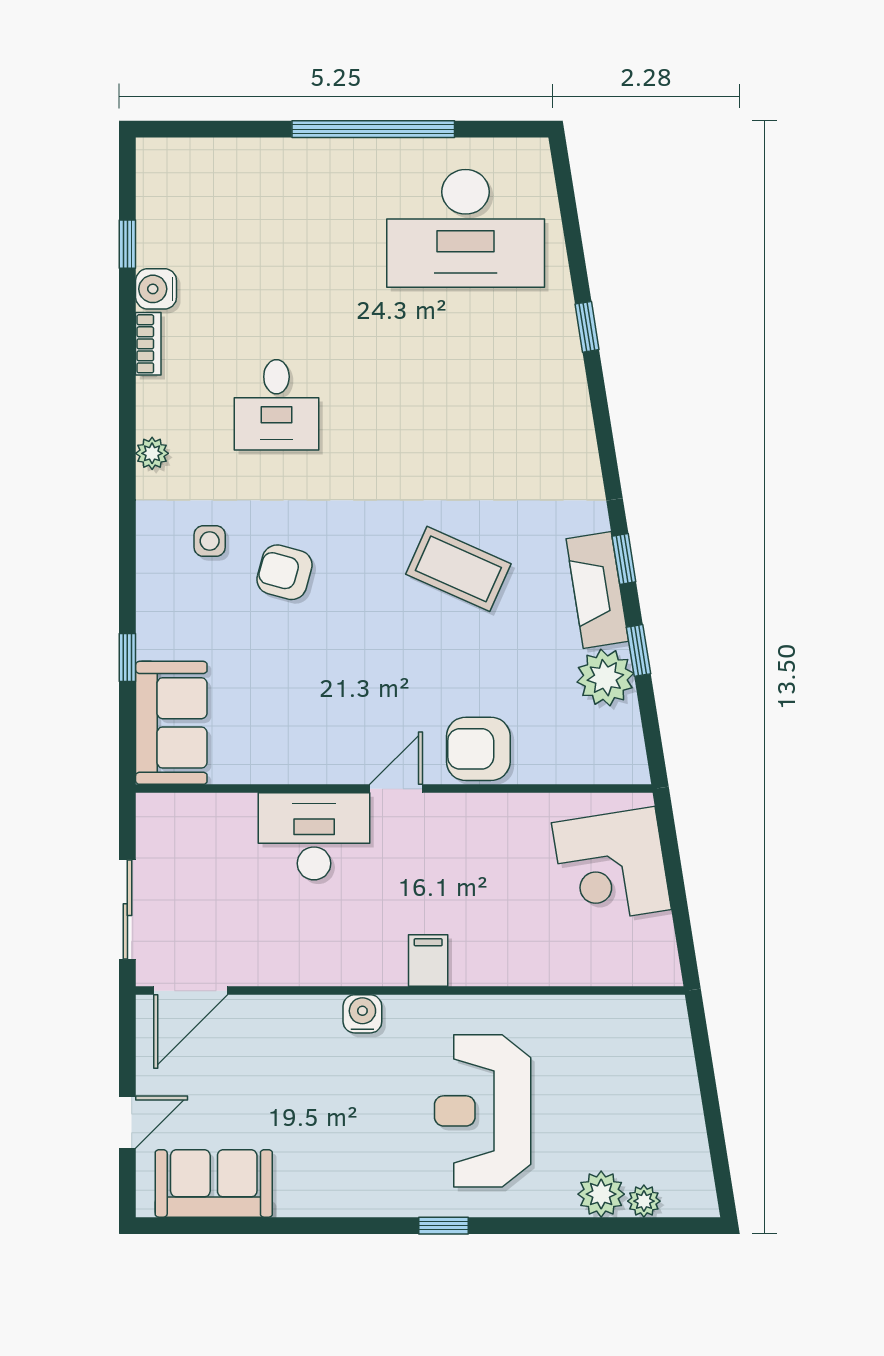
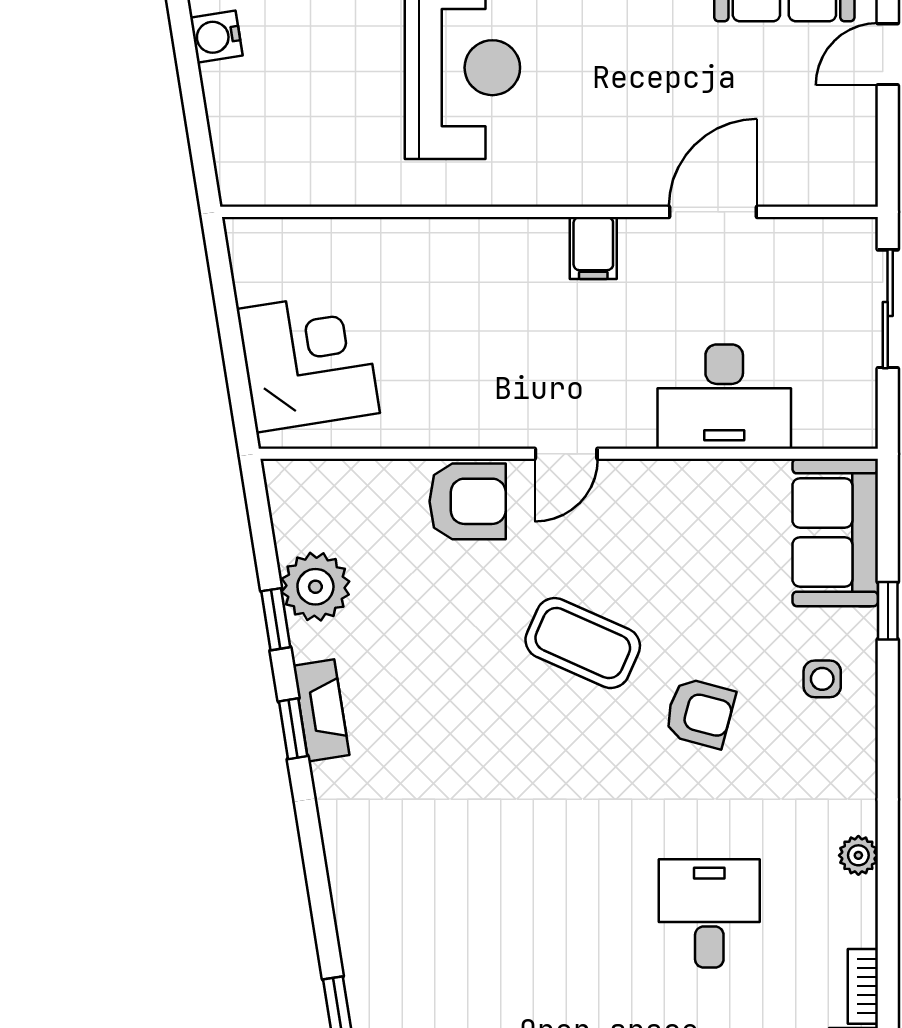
side table: (210, 541) -> (822, 679), moved
coffee table: (458, 569) -> (583, 643), moved
fireplace: (597, 590) -> (321, 710), width x0.73, depth x0.76
desk: (314, 836) -> (724, 397), moved
filing cabinet: (428, 960) -> (593, 248), moved
door: (191, 991) -> (713, 212), moved
water cooler: (362, 1014) -> (216, 37), moved, turned 81

